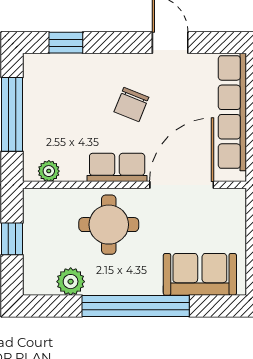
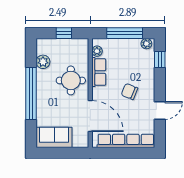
plant: (33, 70) -> (146, 44), added
row of seats: (117, 167) -> (99, 72), moved
sofa: (200, 274) -> (54, 137), moved, turned -90

